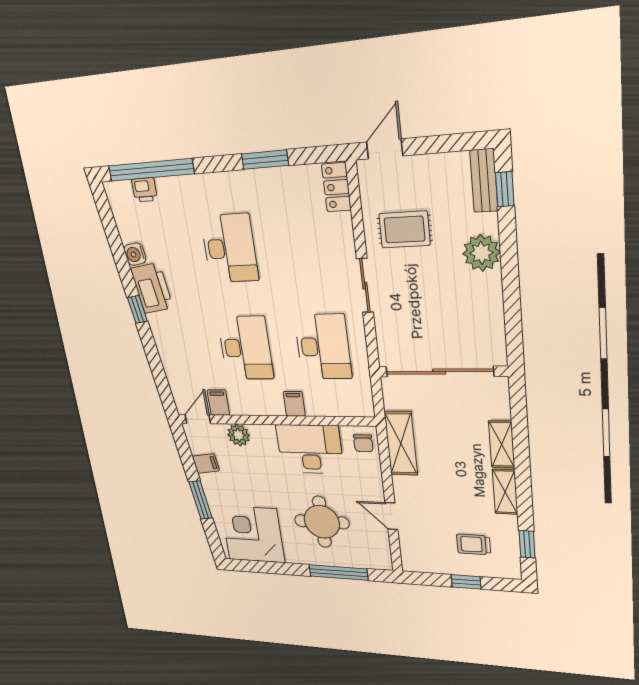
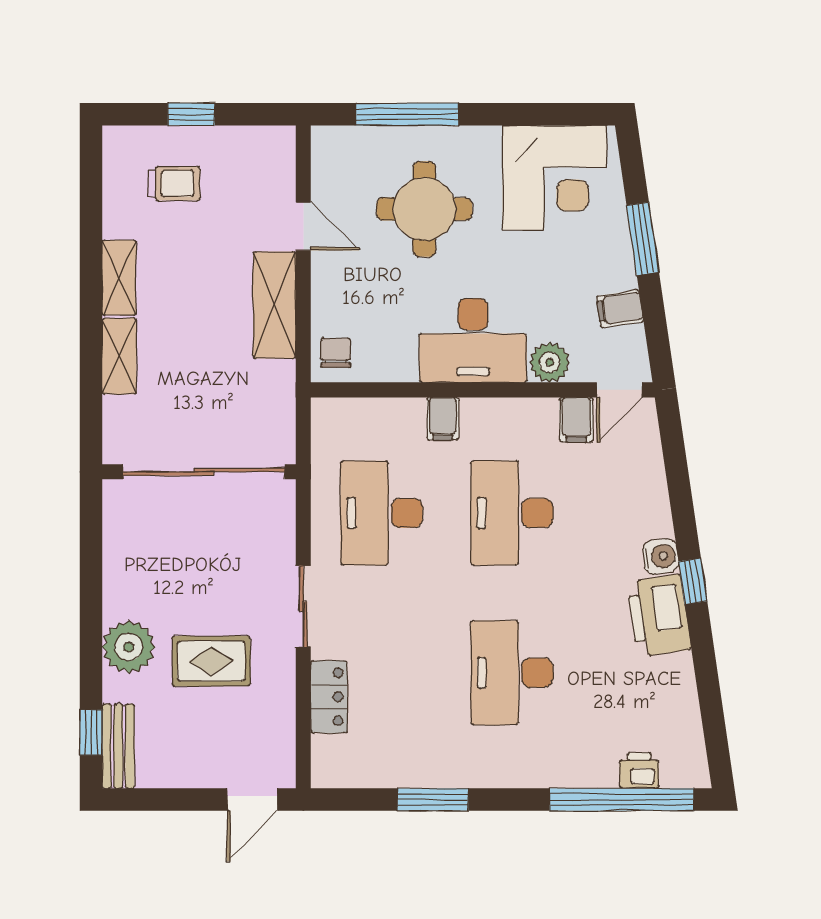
locker: (336, 187) -> (329, 697), moved
rug: (404, 229) -> (211, 661), moved
water cooler: (135, 254) -> (661, 556), moved
shelving: (401, 443) -> (274, 305), moved
desk: (310, 449) -> (473, 340), moved
window: (527, 544) -> (91, 189), removed

